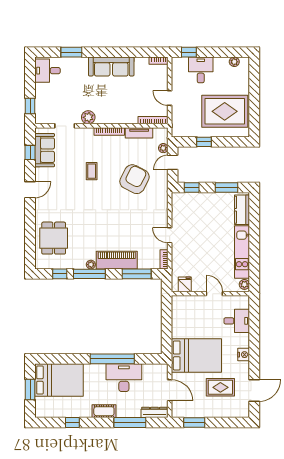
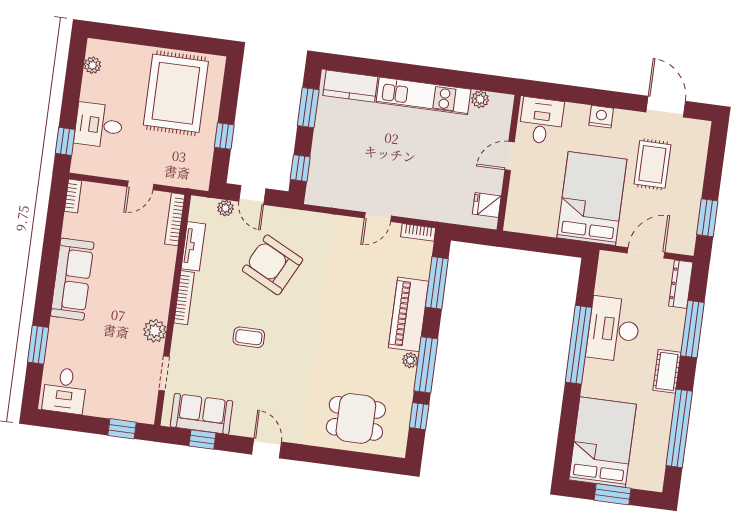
fridge: (185, 284) -> (487, 205), moved
wall: (210, 294) -> (509, 163), moved
door: (214, 294) -> (510, 156), moved
window: (72, 422) -> (679, 428), width x3.17

